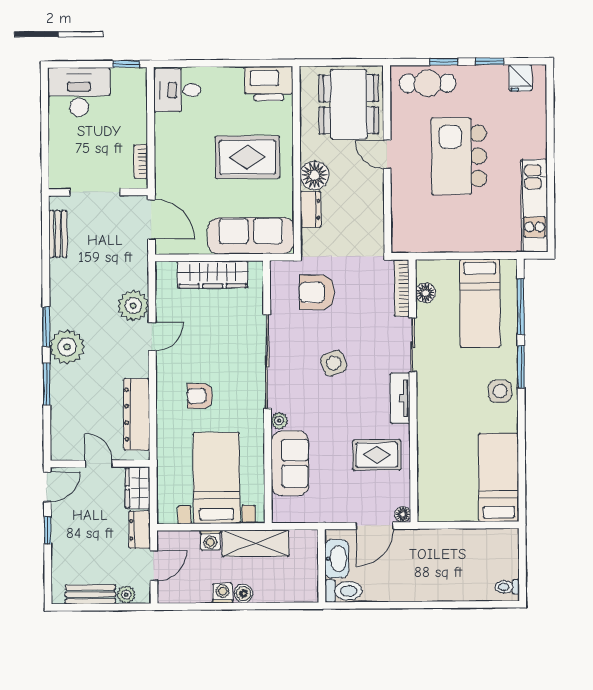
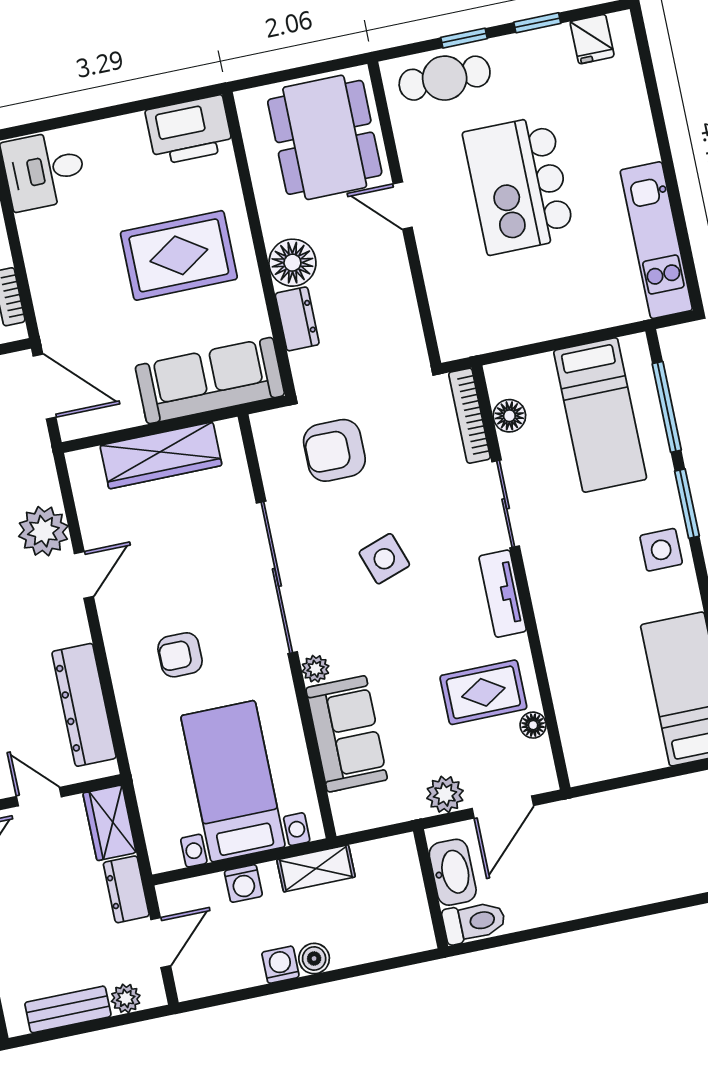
plant: (341, 511) -> (445, 794), added
floor lamp: (403, 514) -> (533, 725), moved
shelving: (255, 543) -> (316, 868), width x0.67, depth x0.75

